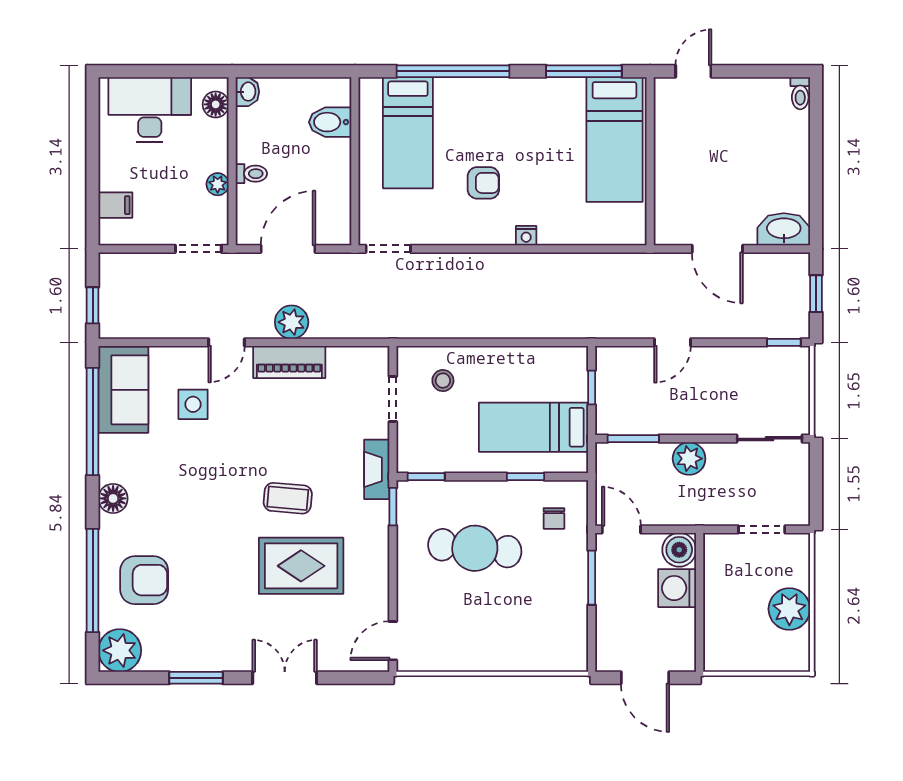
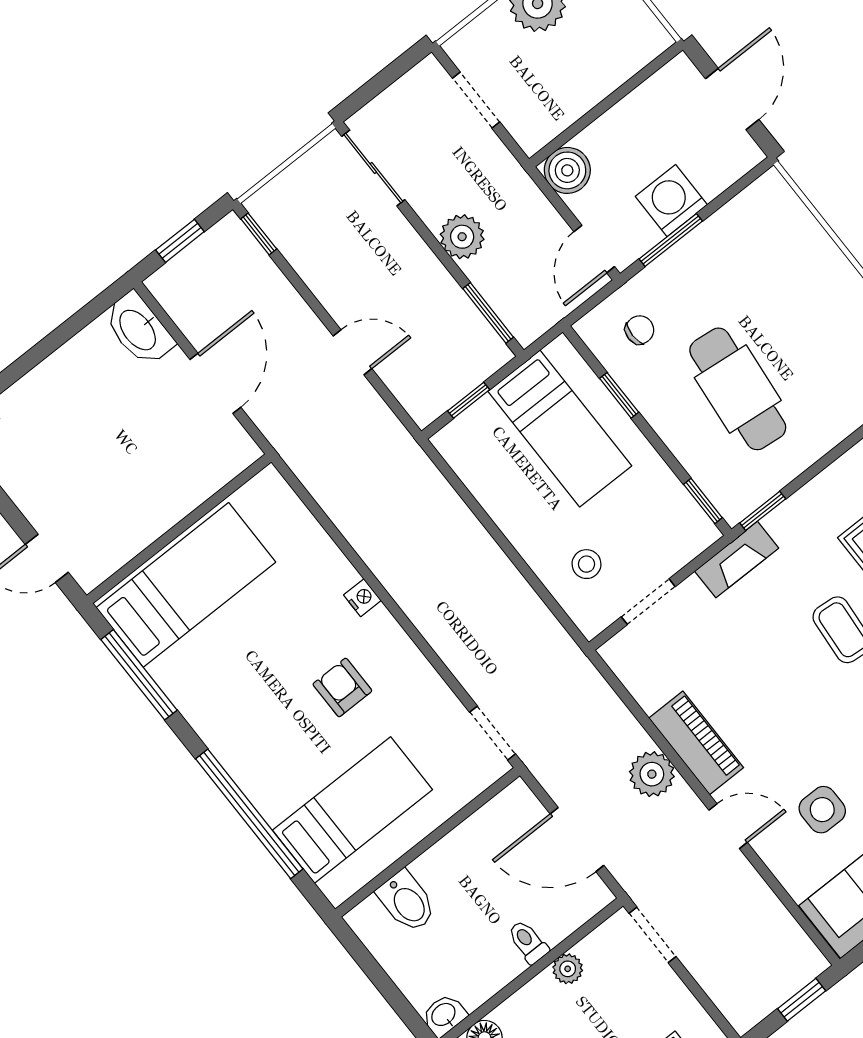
washing machine: (677, 588) -> (671, 201), moved, turned 180

